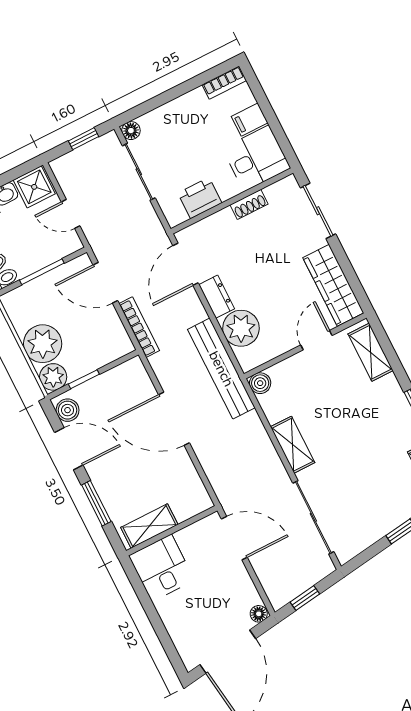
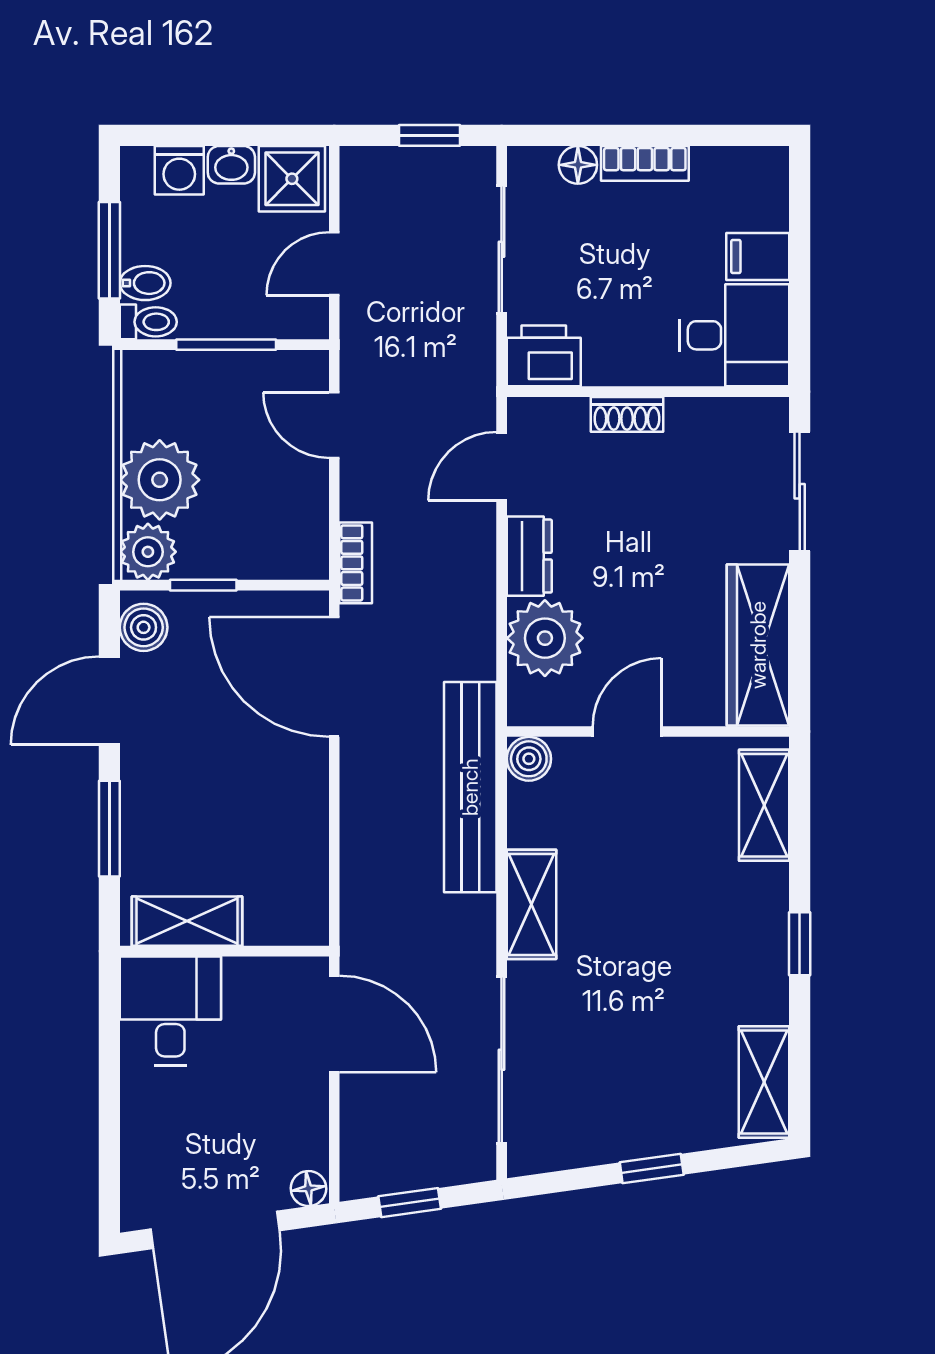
bookcase: (224, 83) -> (645, 163), moved
floor lamp: (131, 131) -> (578, 165), moved
printer: (200, 198) -> (544, 356), moved
shoe rack: (249, 204) -> (627, 414), moved
door: (71, 214) -> (334, 264), hinge flipped
door: (185, 264) -> (502, 466), width x0.73
door: (105, 283) -> (334, 425), width x0.73
bookcase: (139, 327) -> (356, 563), width x0.64
door: (316, 340) -> (627, 732), moved
bench: (221, 369) -> (470, 787), moved
door: (174, 419) -> (334, 677), moved
door: (69, 449) -> (109, 701), swing flipped

